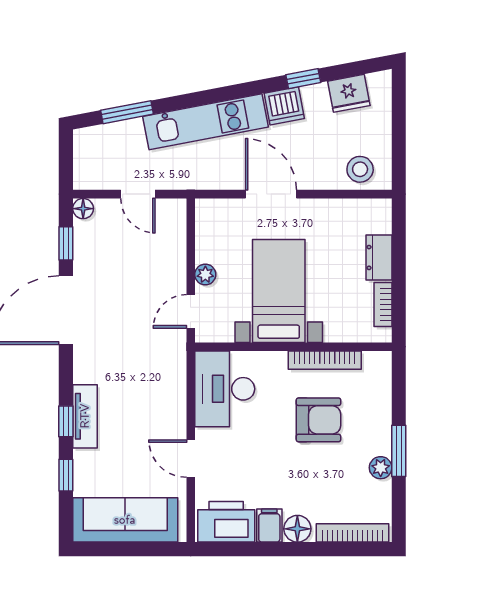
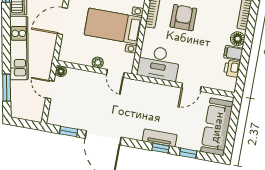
door: (138, 194) -> (50, 90), swing flipped
floor lamp: (83, 209) -> (61, 71), moved
printer: (226, 522) -> (232, 69), width x0.53, depth x0.68

